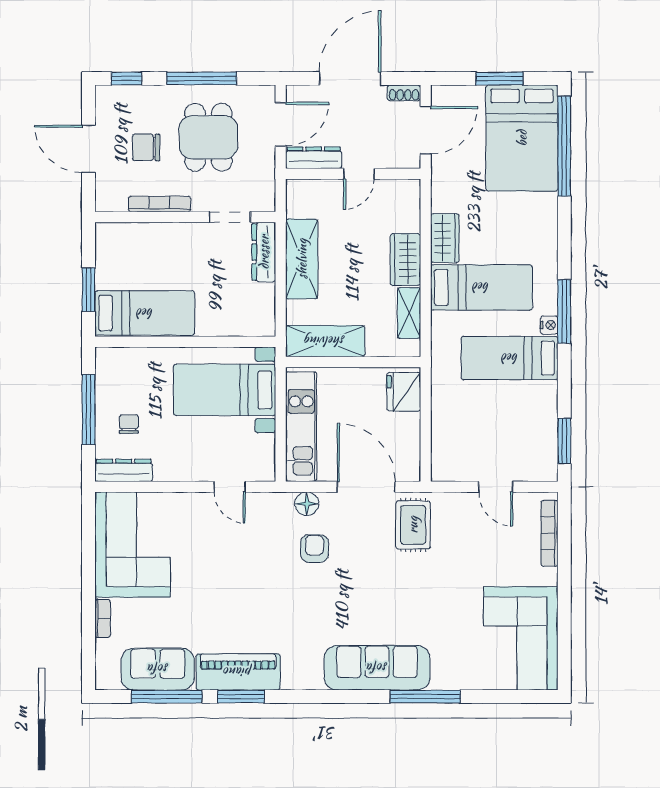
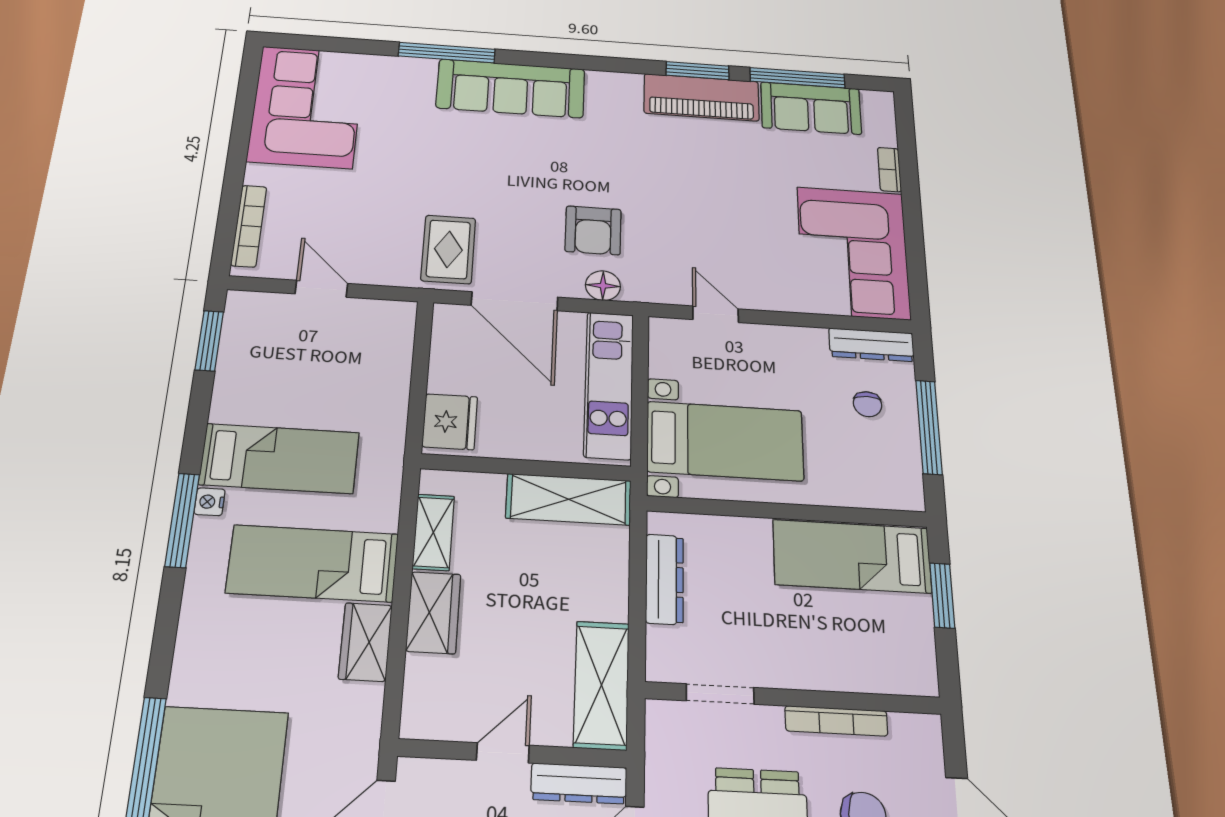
dresser: (264, 252) -> (664, 579), moved
shelving: (302, 259) -> (601, 685), moved
armchair: (314, 549) -> (593, 230), width x1.38, depth x1.38

